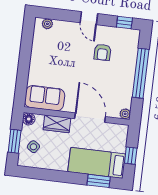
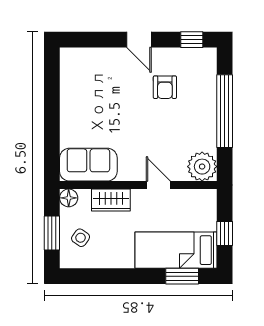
plant: (47, 24) -> (79, 55), removed
plant: (125, 114) -> (202, 167), width x1.88, depth x1.88
door: (90, 118) -> (158, 185), width x0.53

